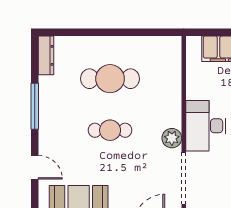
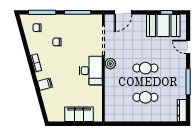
cafe table: (110, 79) -> (145, 97), width x0.73, depth x0.74

